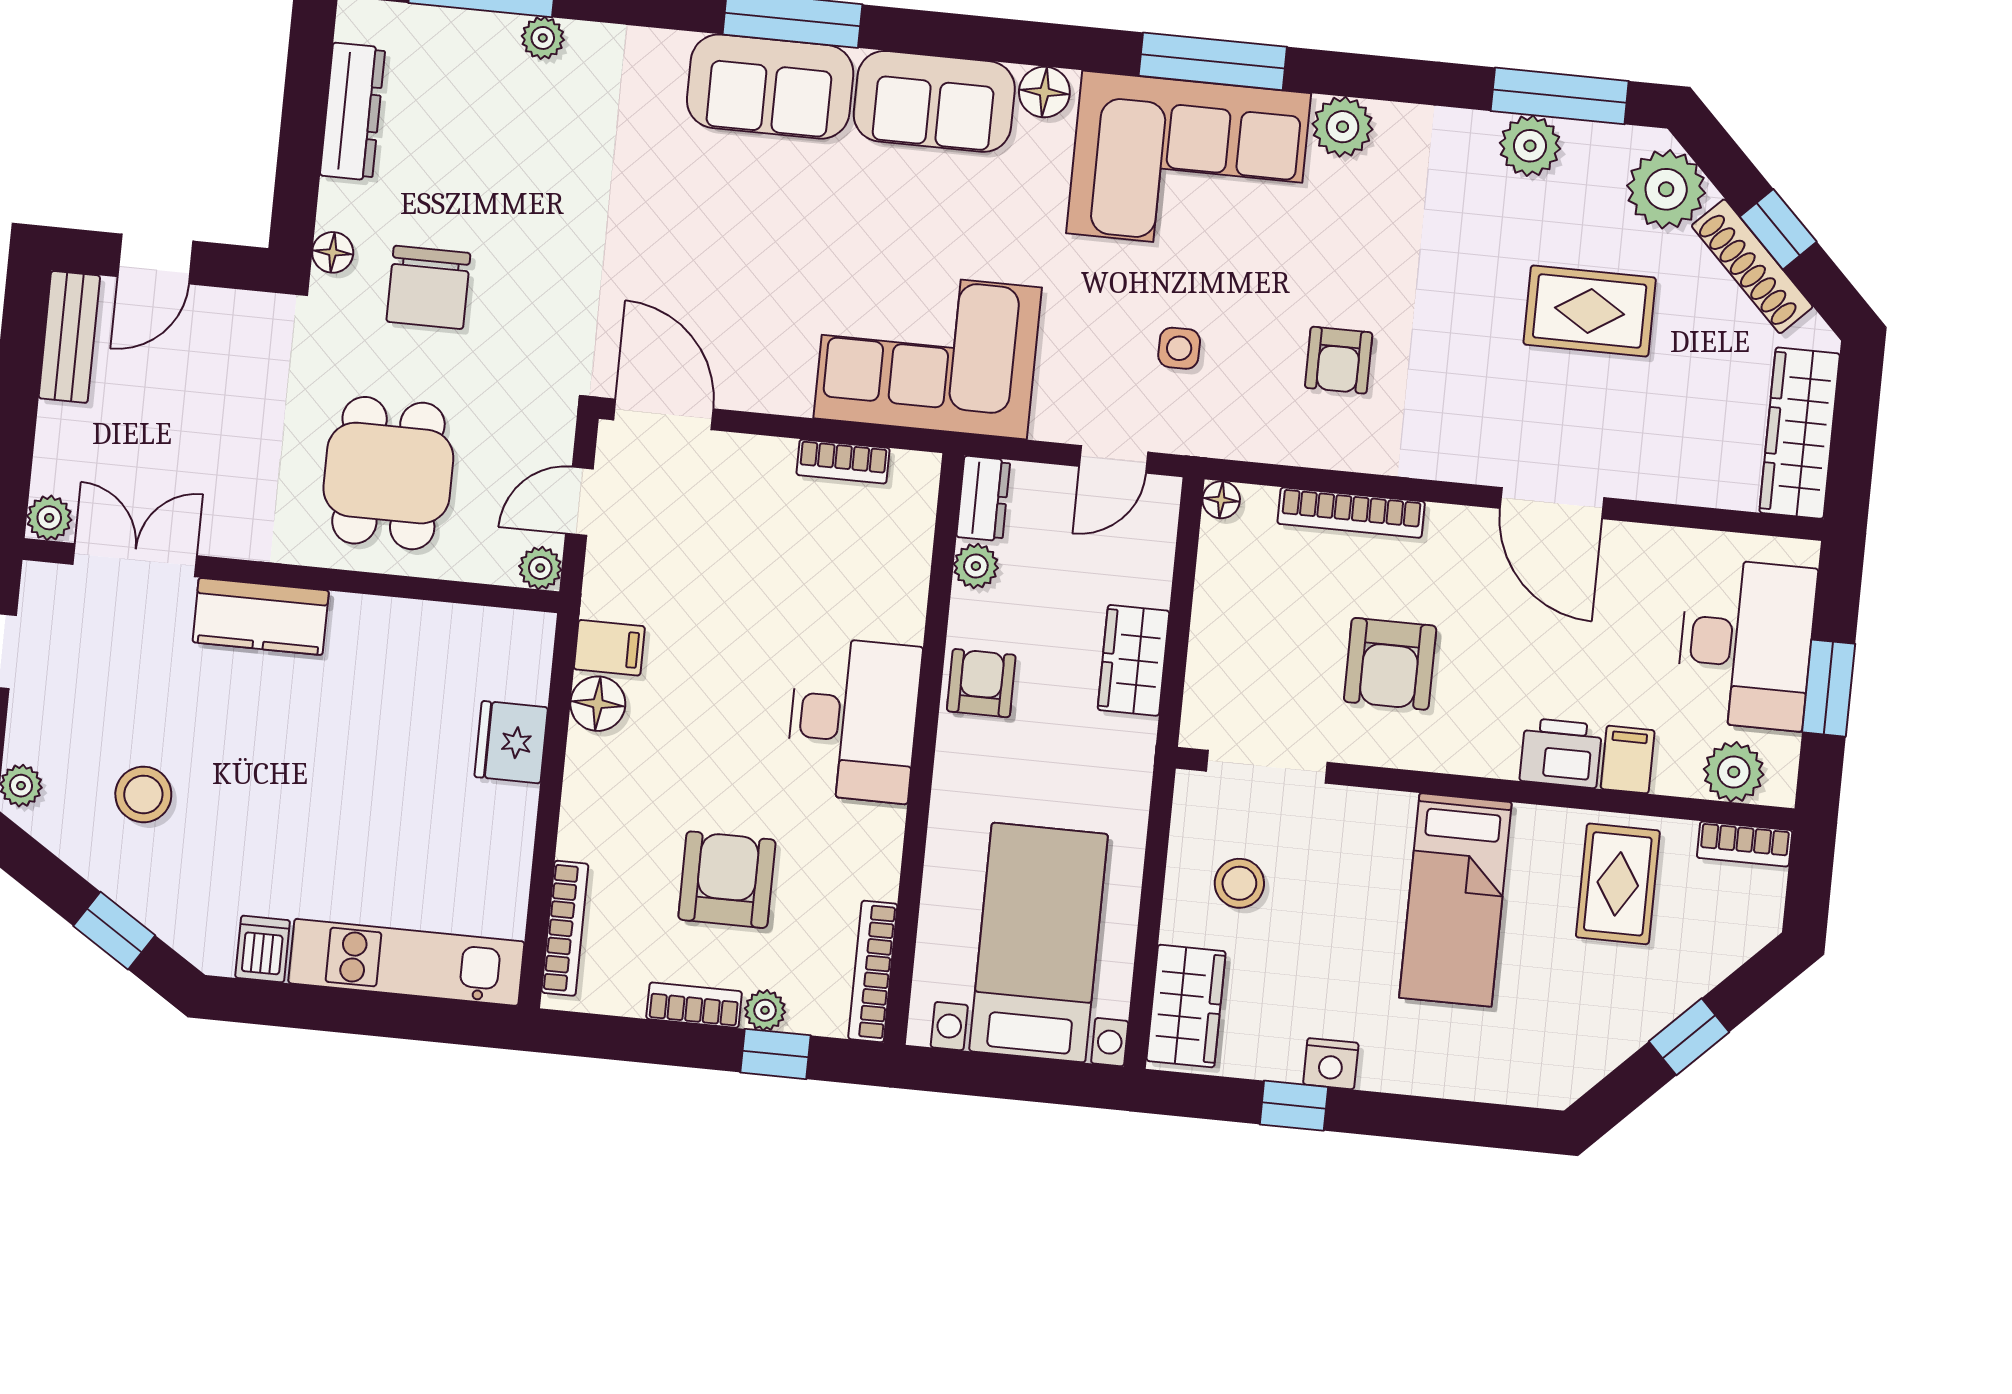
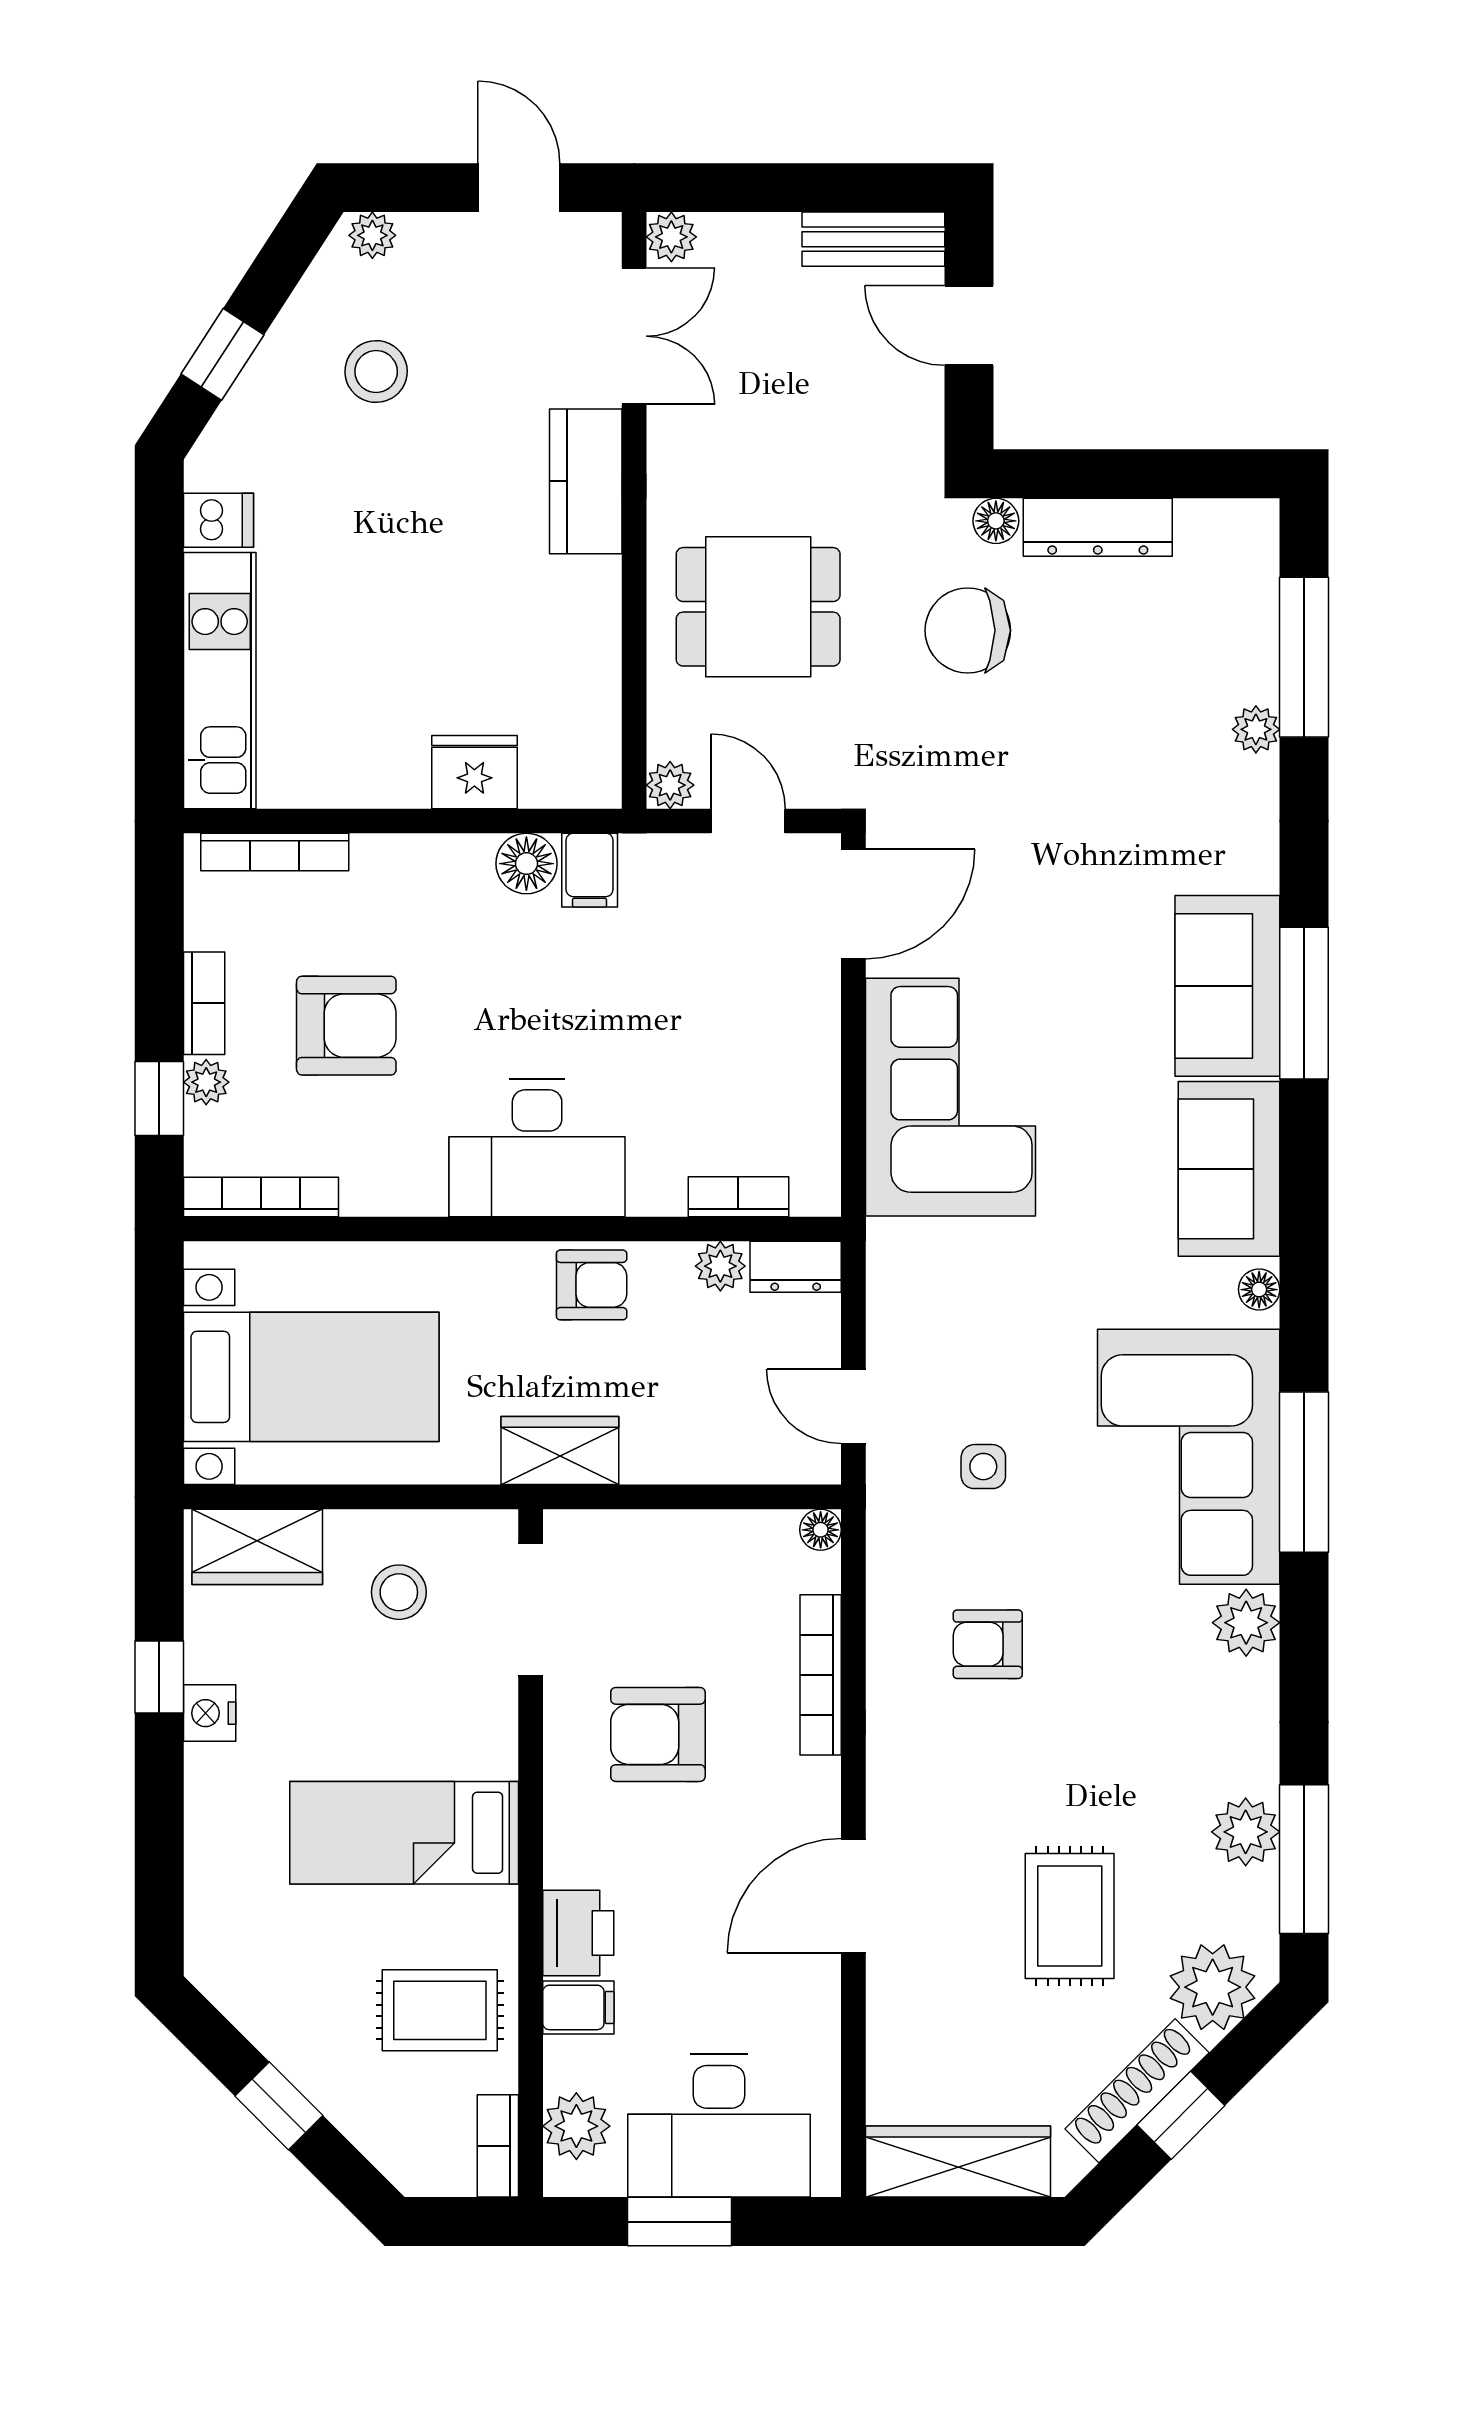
floor lamp: (1044, 92) -> (1259, 1290), width x0.73, depth x0.73
dresser: (353, 112) -> (1098, 527), moved
corner sofa: (928, 353) -> (950, 1097), moved
bookcase: (843, 461) -> (738, 1197), moved, turned 90
wardrobe: (1133, 660) -> (560, 1451), moved

